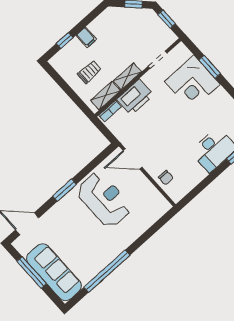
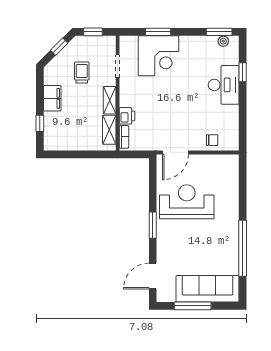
filing cabinet: (86, 37) -> (52, 98), width x2.00
trolley: (89, 72) -> (82, 72), moved
printer: (135, 97) -> (127, 116), width x0.53, depth x0.68

